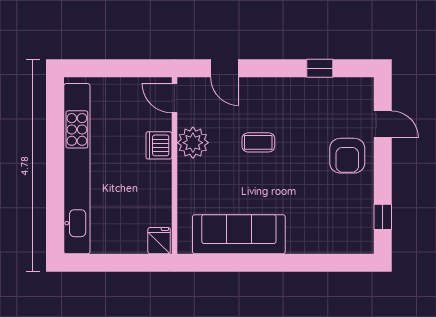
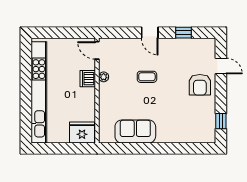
door: (225, 68) -> (150, 33), moved
plant: (193, 143) -> (104, 77), width x0.53, depth x0.53
sofa: (239, 234) -> (135, 131), width x0.73
fridge: (159, 241) -> (82, 133), width x1.88, depth x1.34

